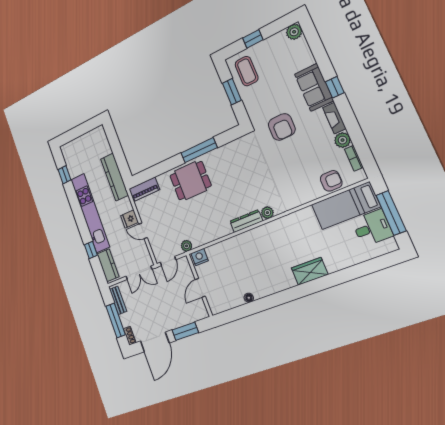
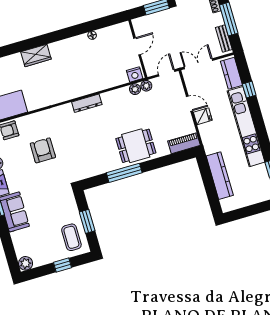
armchair: (282, 127) -> (43, 150), moved
kitchen counter: (115, 177) -> (220, 176), moved
plant: (267, 213) -> (135, 89), moved

